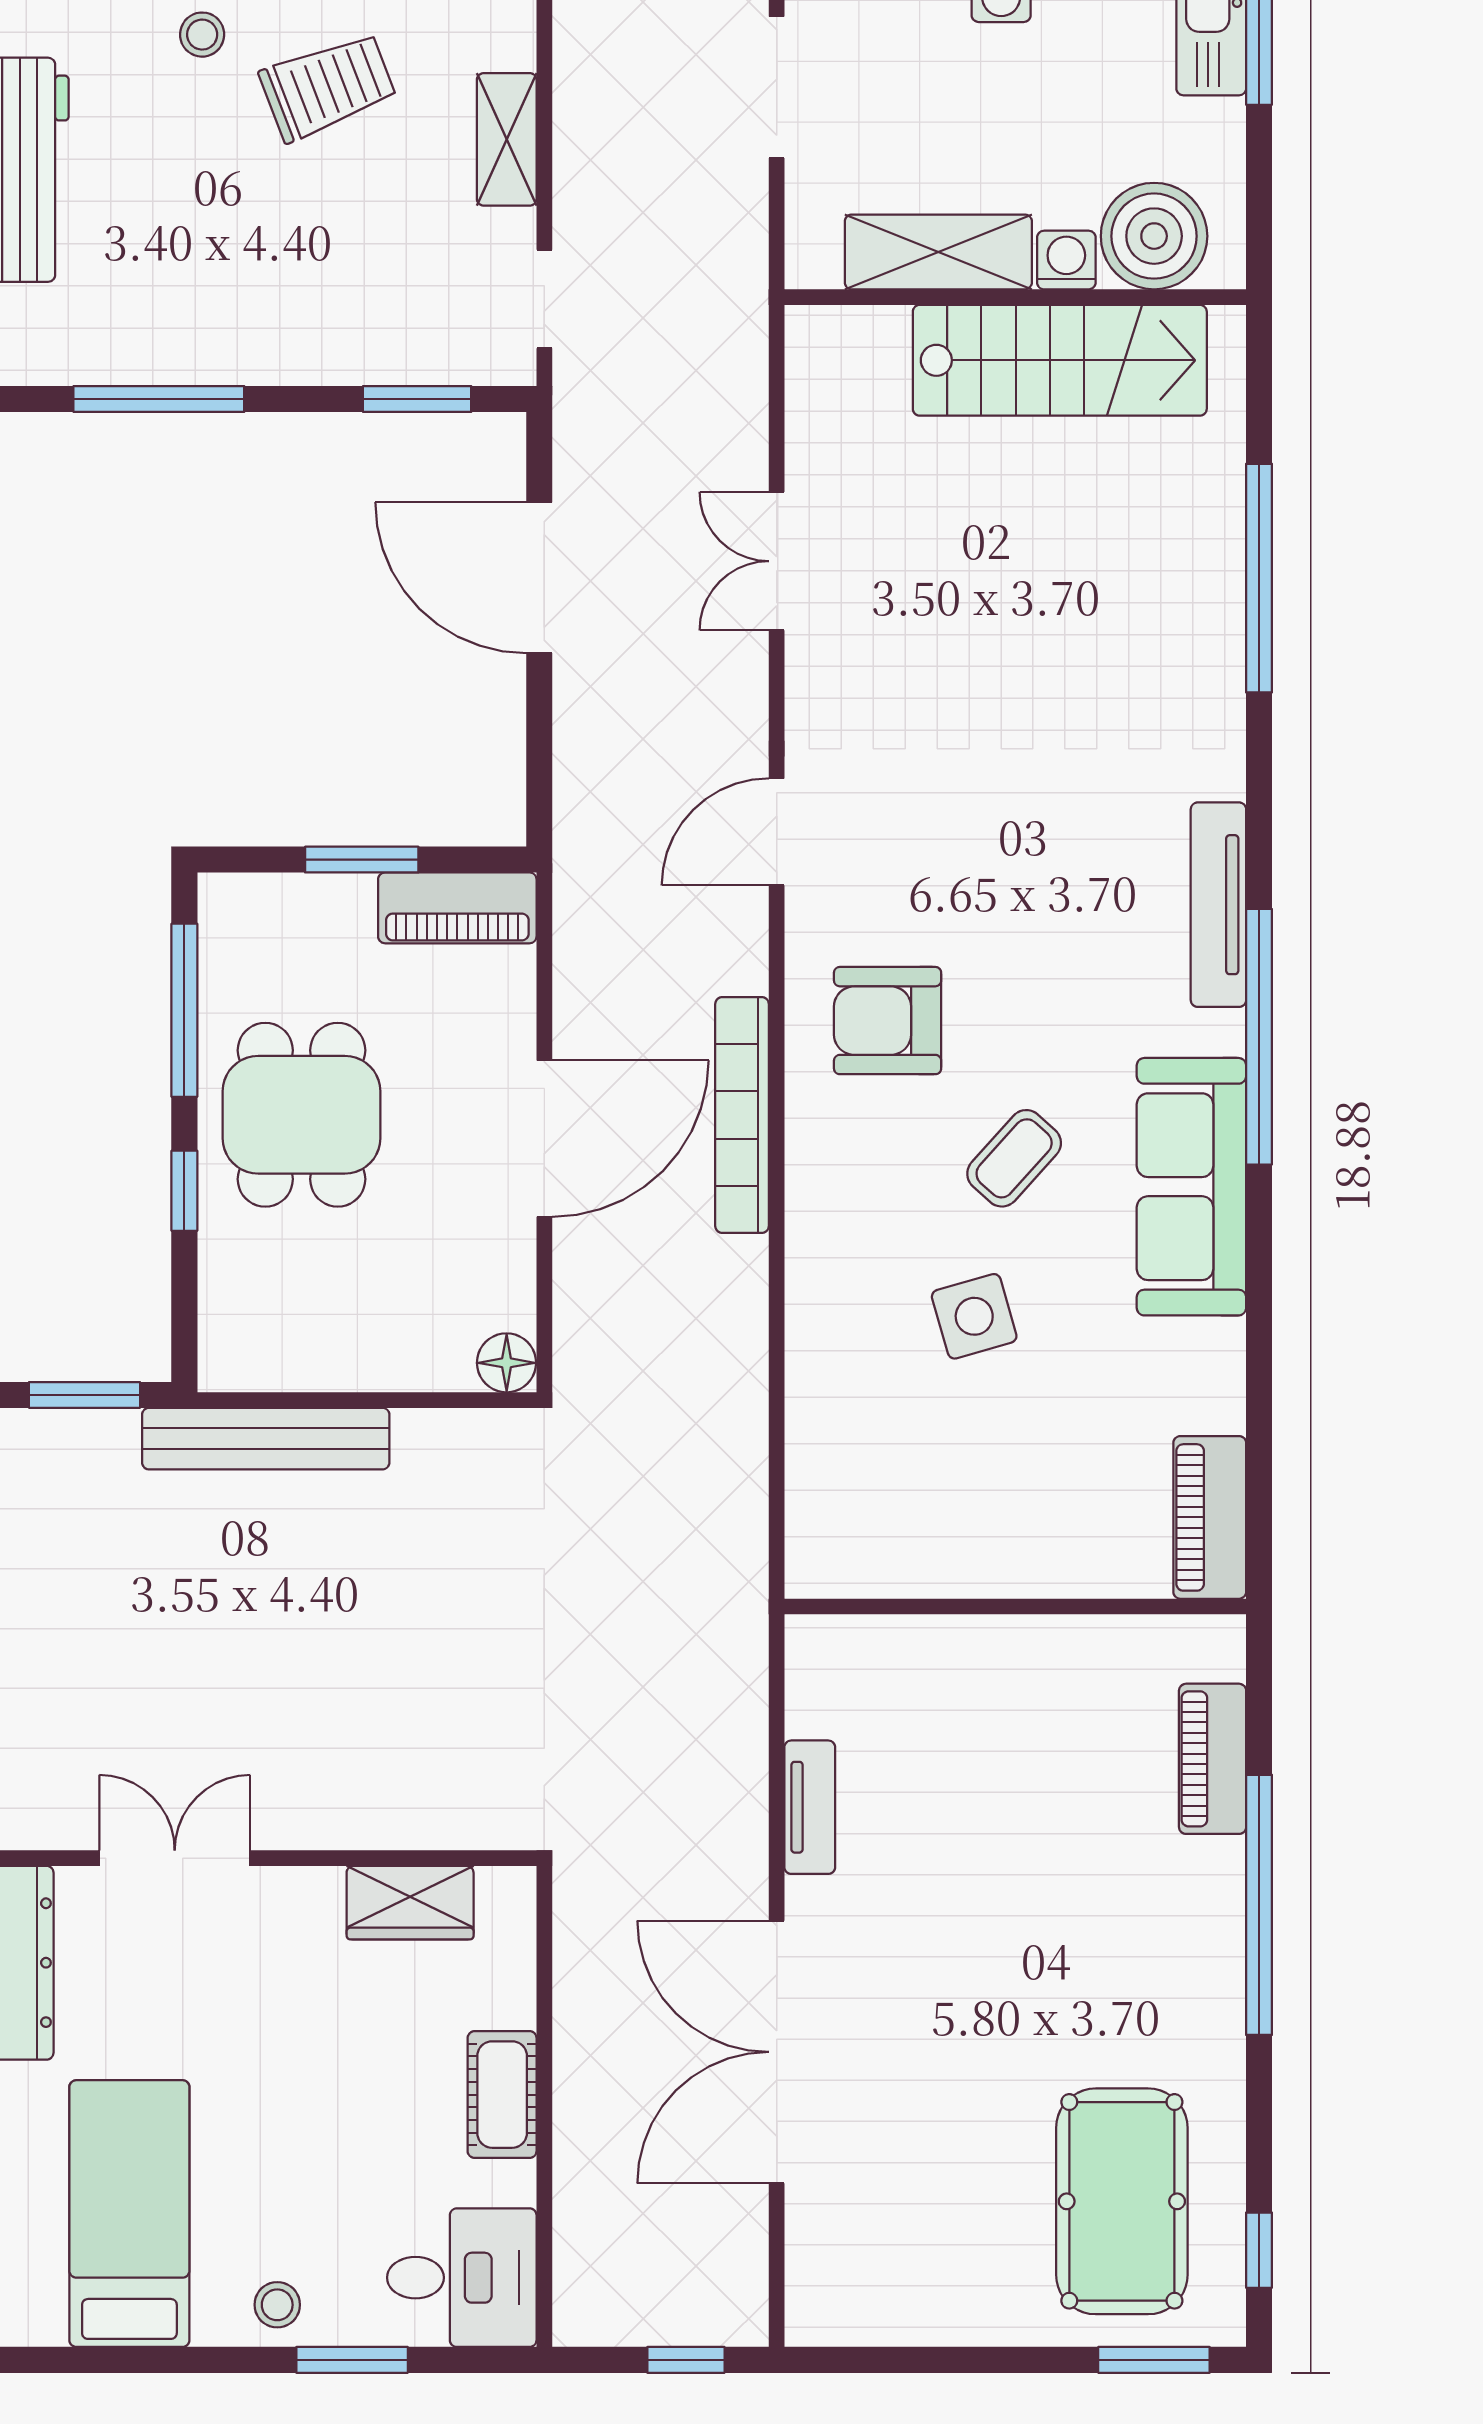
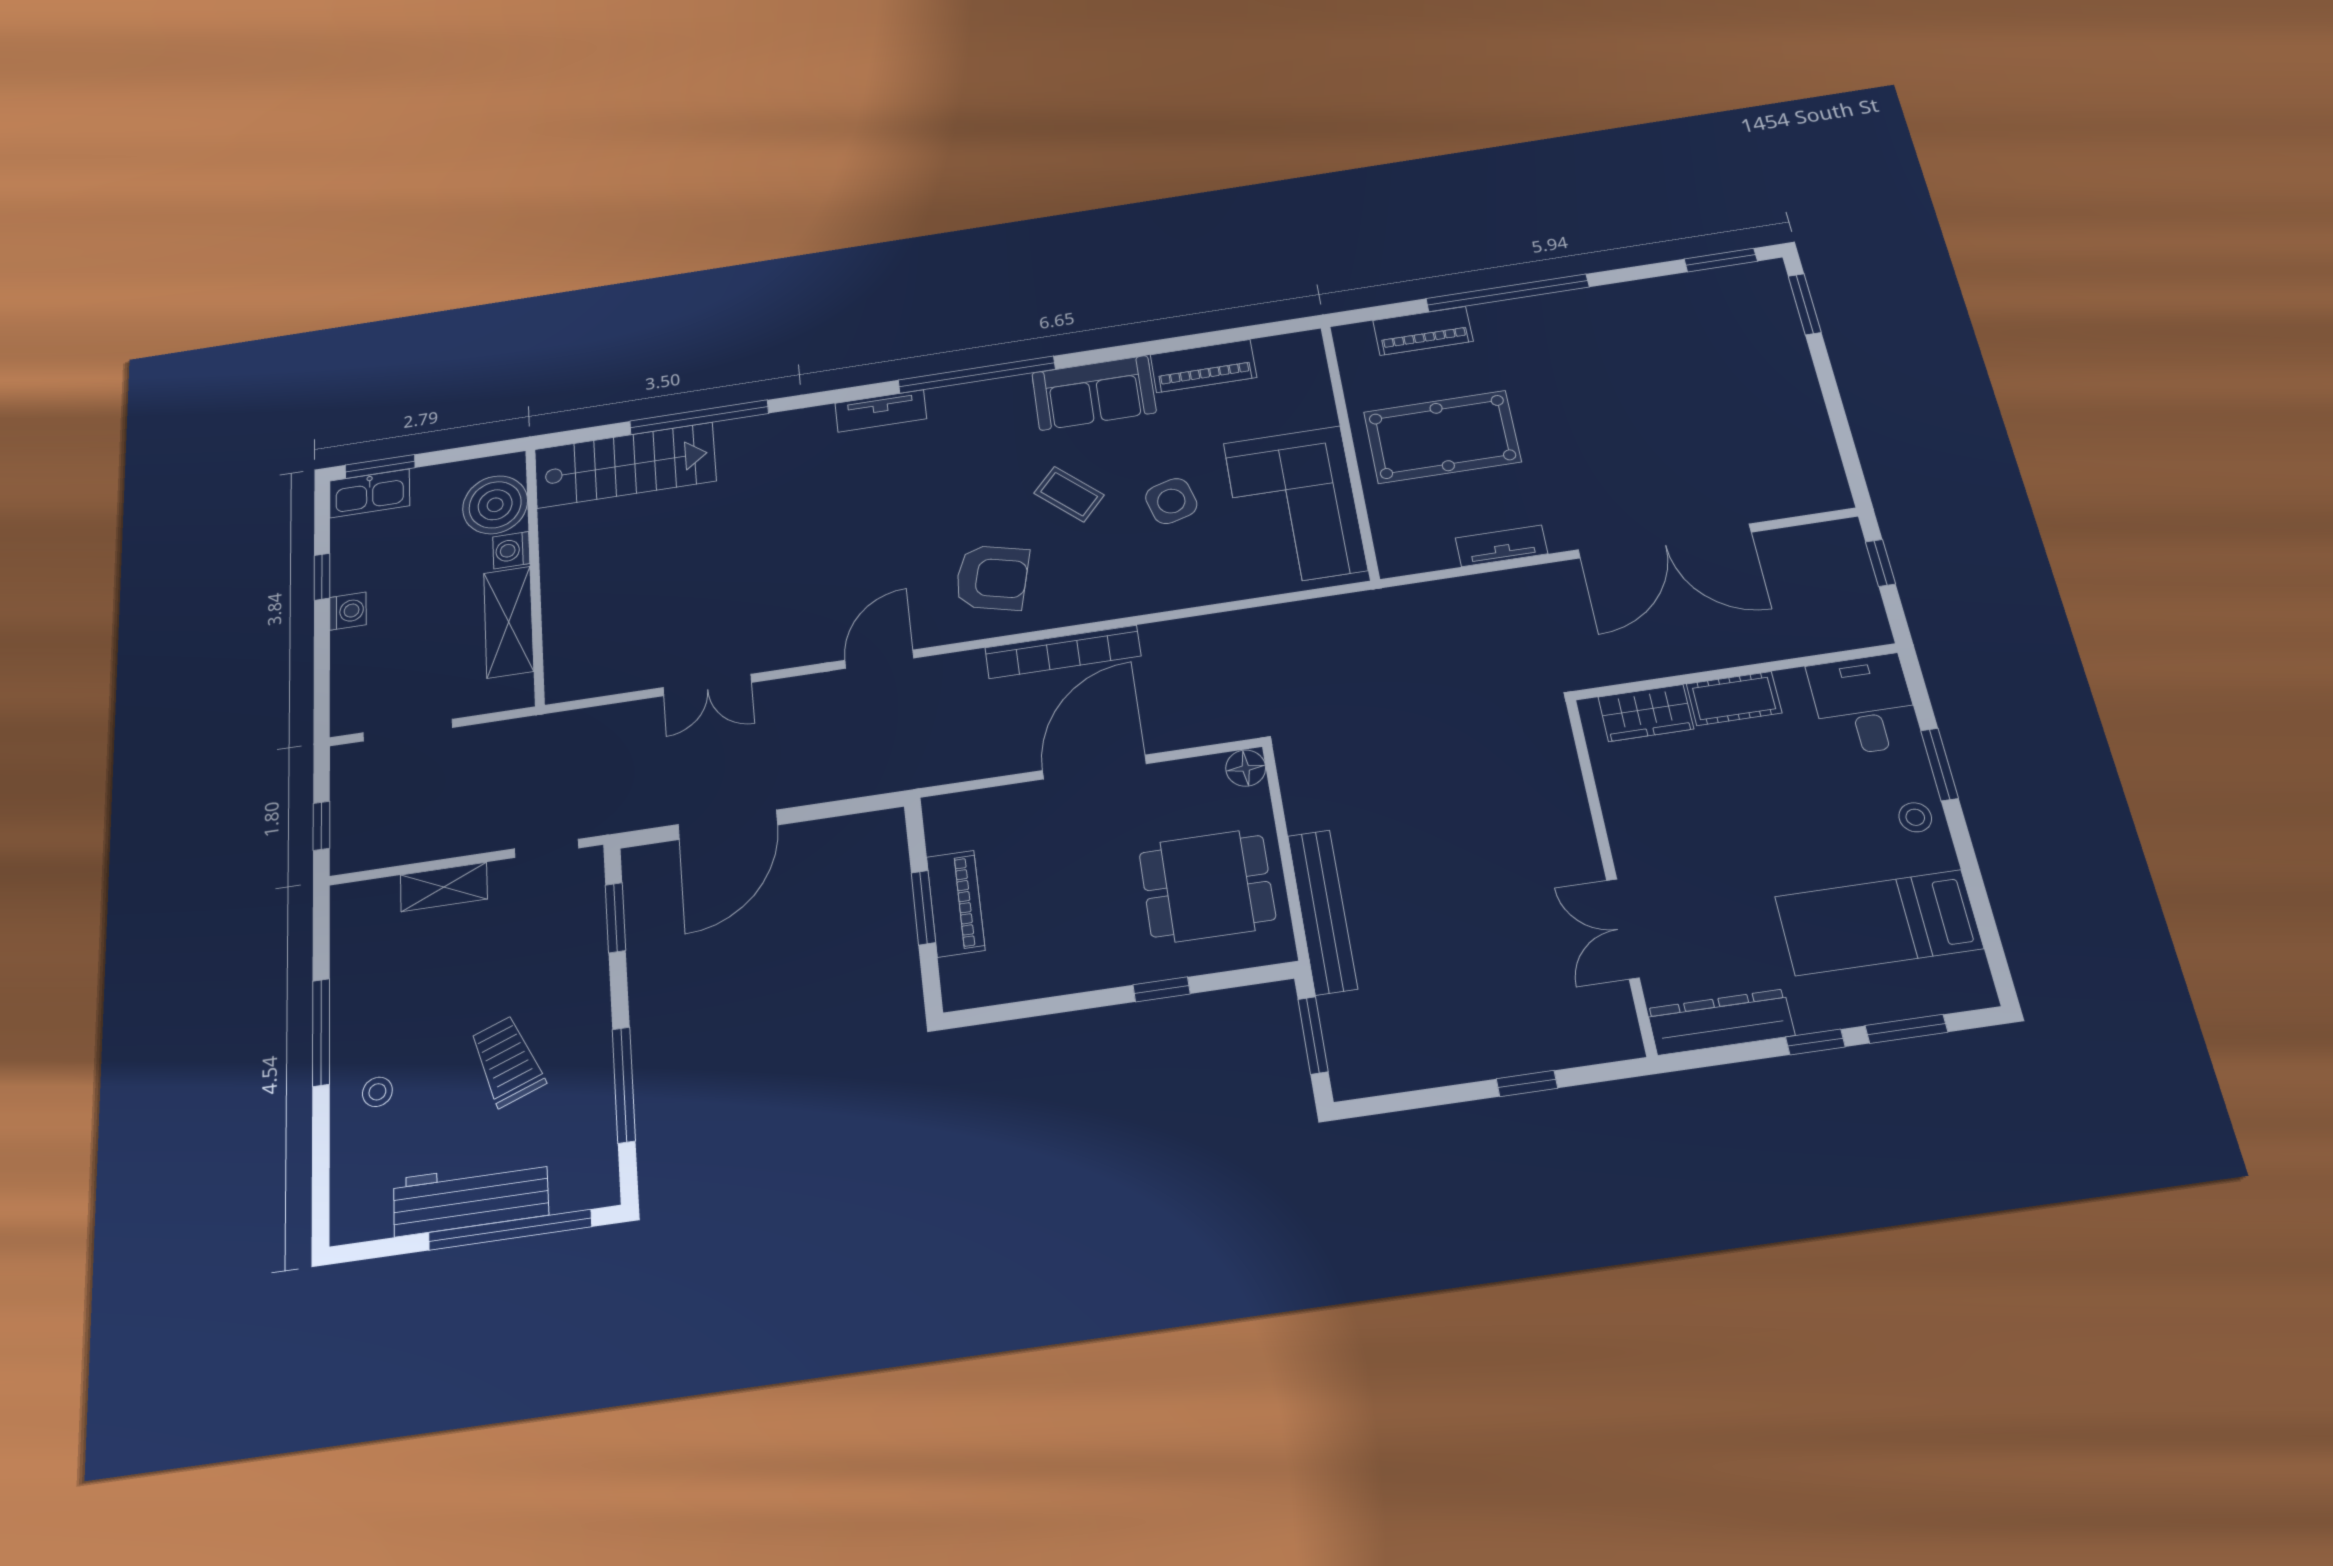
trolley: (328, 87) -> (507, 1061), moved
stairs: (1060, 360) -> (625, 465), moved, turned 90
door: (777, 832) -> (879, 659), swing flipped
tv unit: (1218, 905) -> (881, 411), width x0.71
piano: (457, 908) -> (956, 904), moved
window: (184, 1010) -> (1038, 1007), removed
armchair: (888, 1021) -> (992, 578), turned -76
dining table: (302, 1115) -> (1207, 886), moved
door: (544, 1139) -> (1094, 767), hinge flipped
sofa: (1191, 1187) -> (1094, 393), width x0.73
corner sofa: (932, 1506) -> (1295, 506), added
piano: (1210, 1517) -> (1203, 366), moved
wardrobe: (410, 1903) -> (1646, 713), moved, turned 90
pool table: (1122, 2201) -> (1442, 437), moved
window: (1259, 2250) -> (1721, 260), width x1.50

